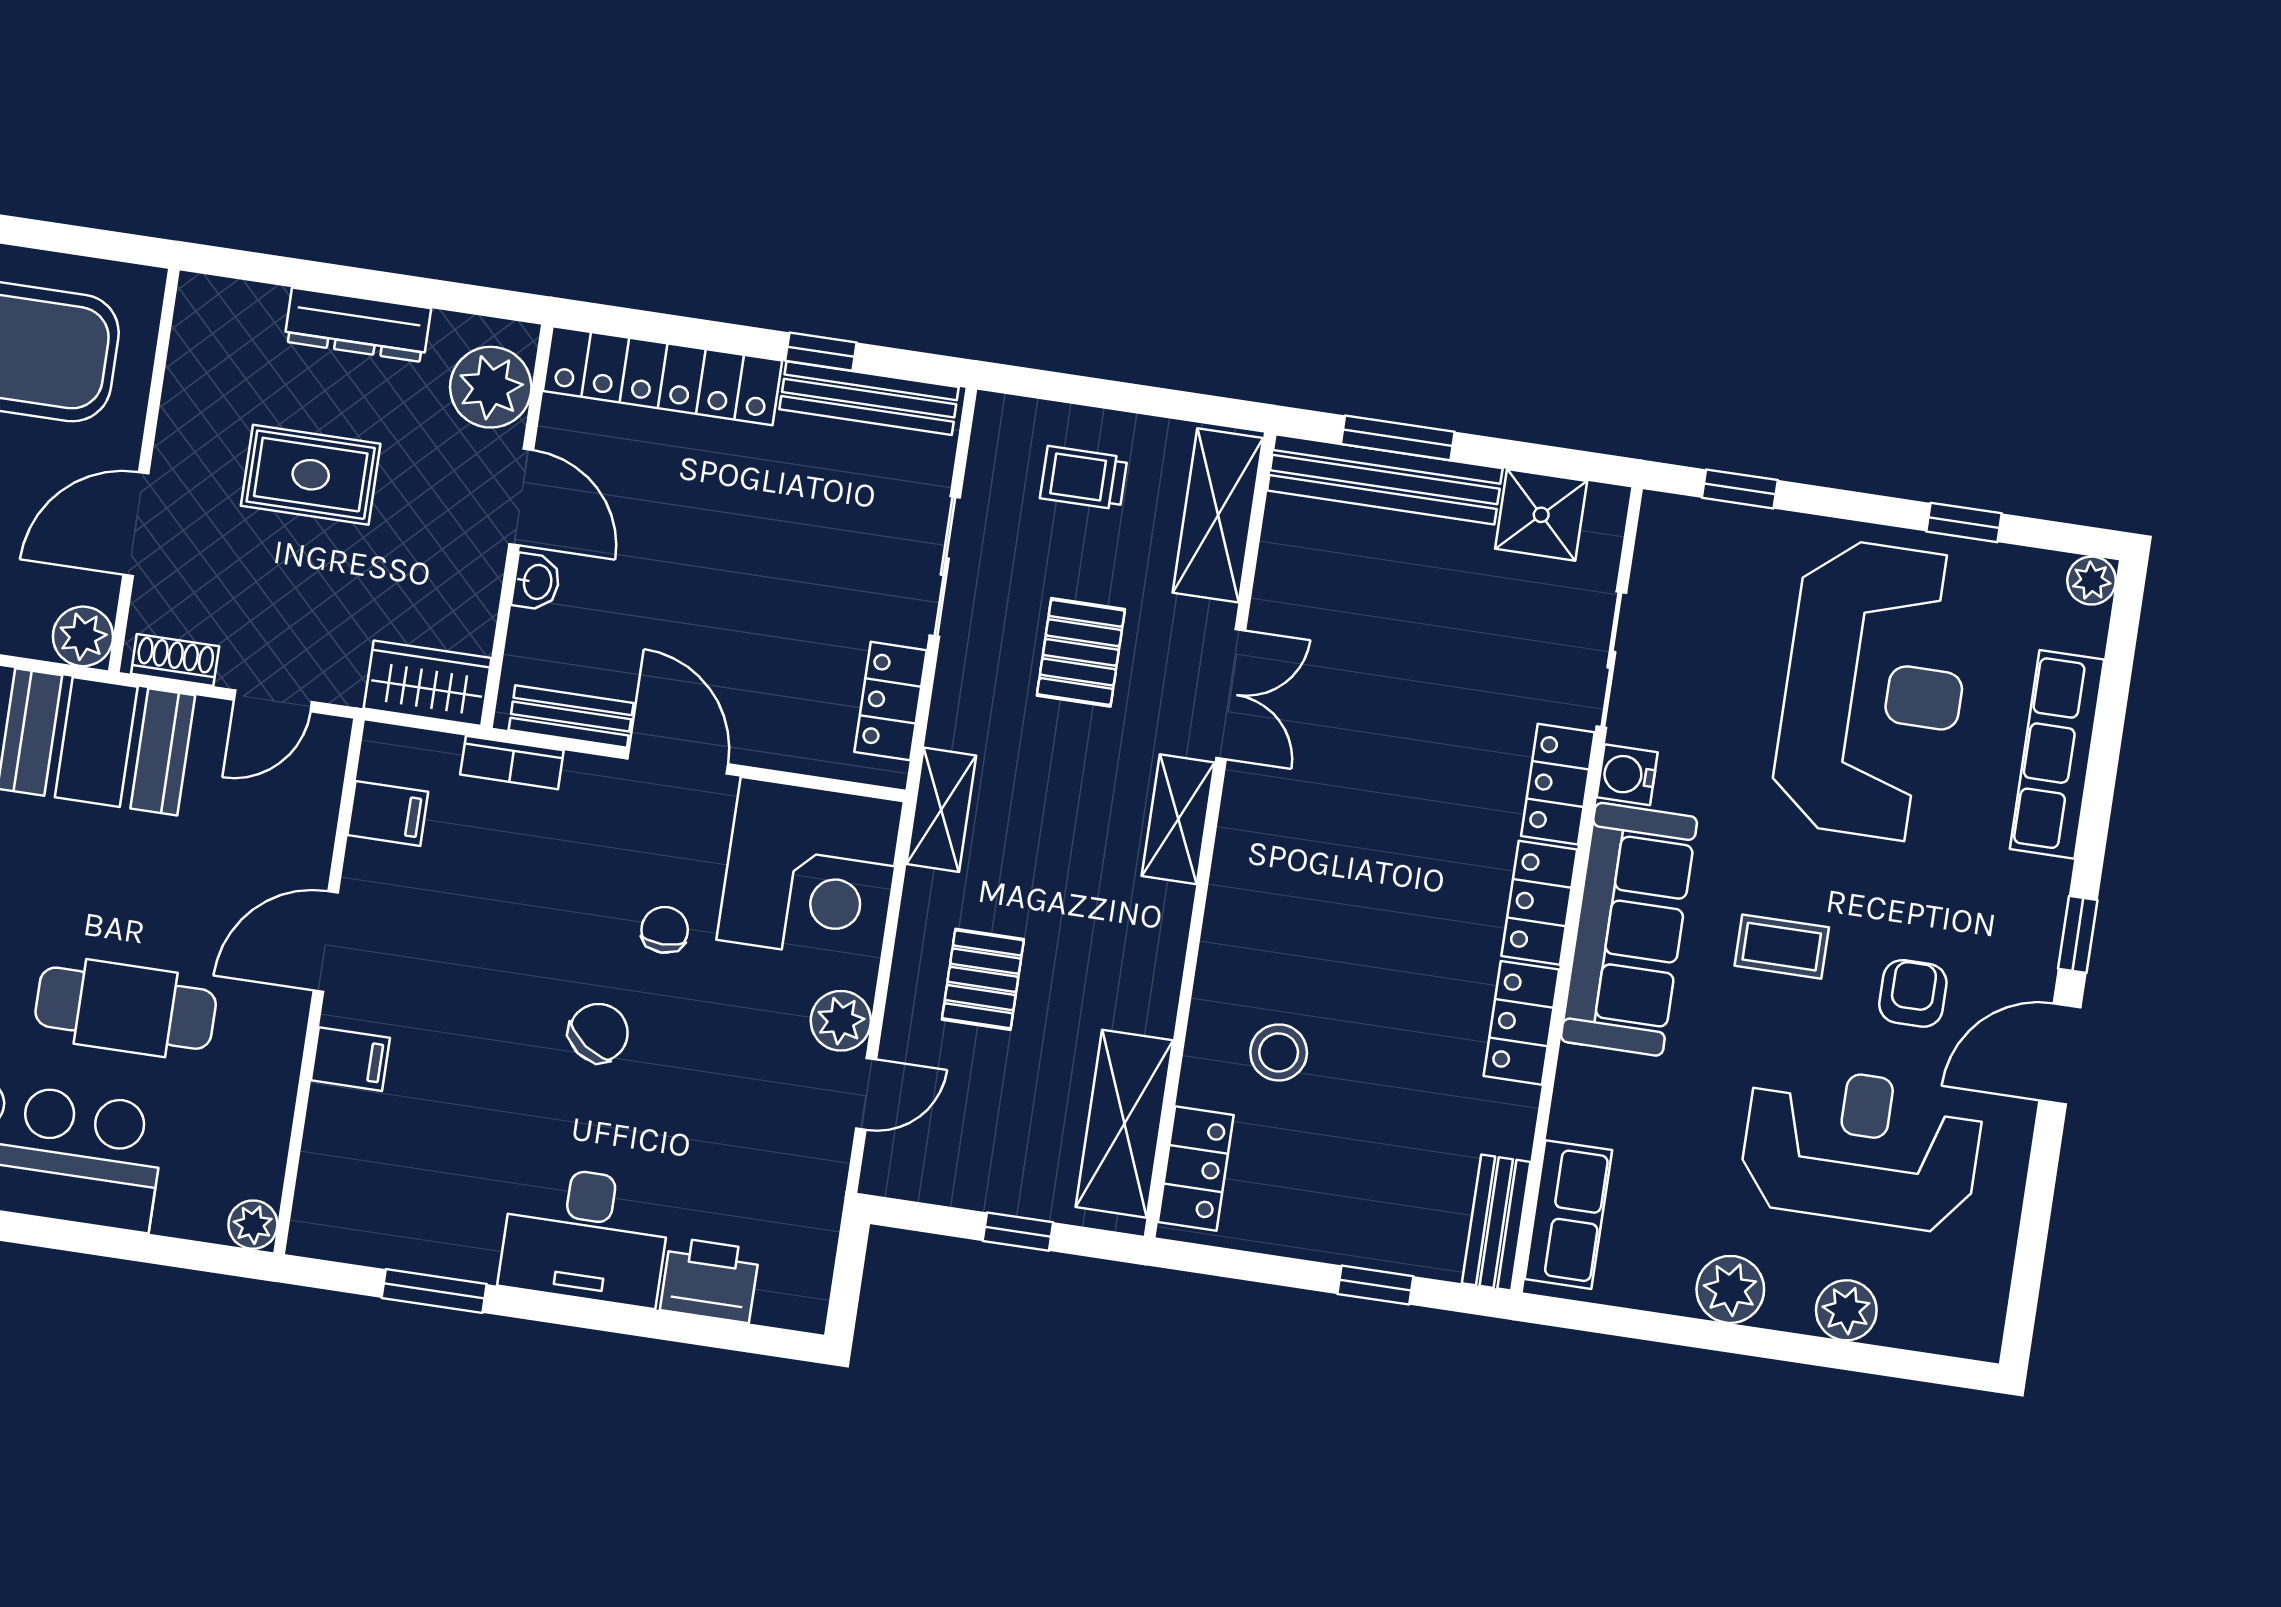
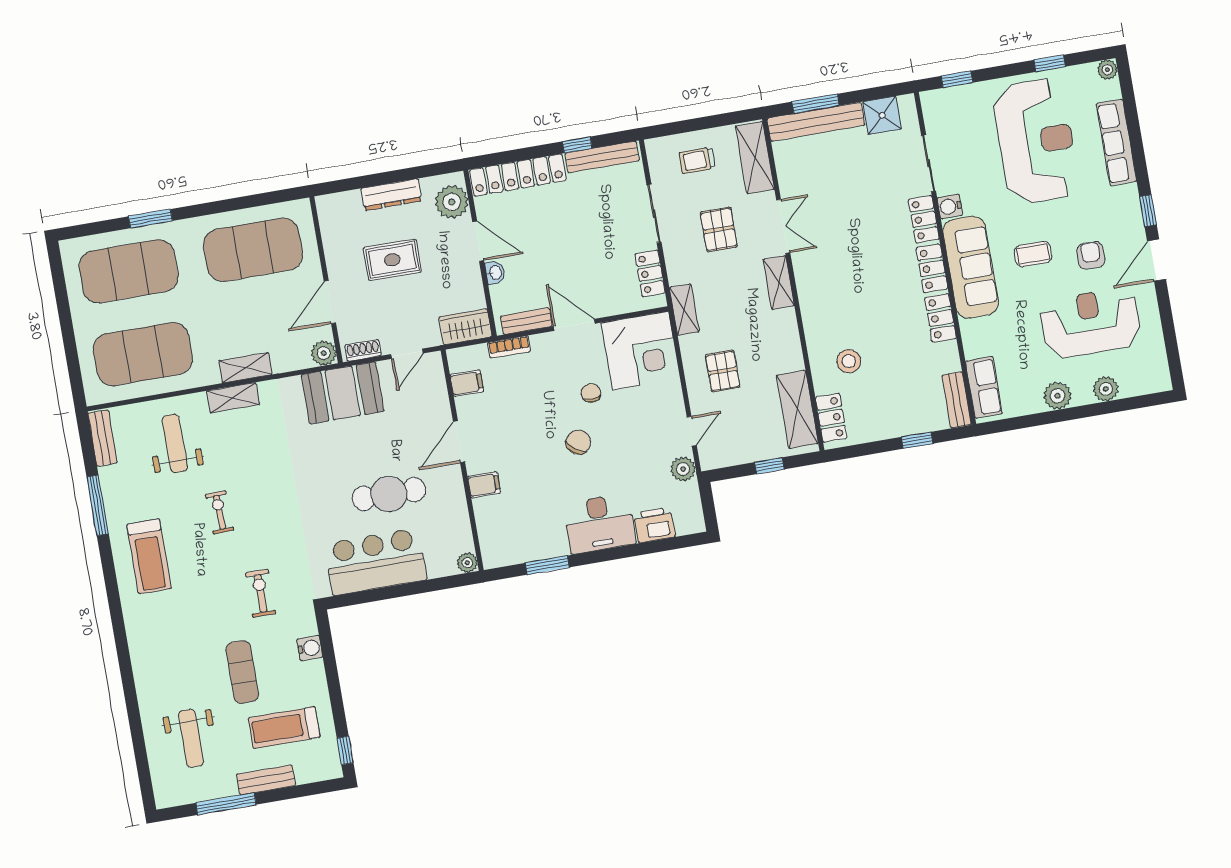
plant: (841, 1021) -> (683, 469), moved

